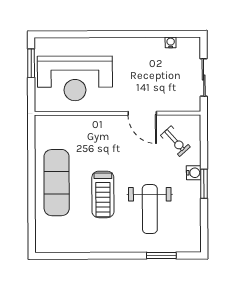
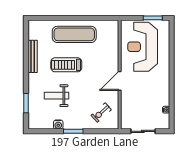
door: (142, 113) -> (120, 81), moved
water cooler: (194, 173) -> (58, 125), moved
weight bench: (150, 209) -> (57, 96), width x0.73, depth x0.75
bench: (90, 246) -> (33, 56), added

